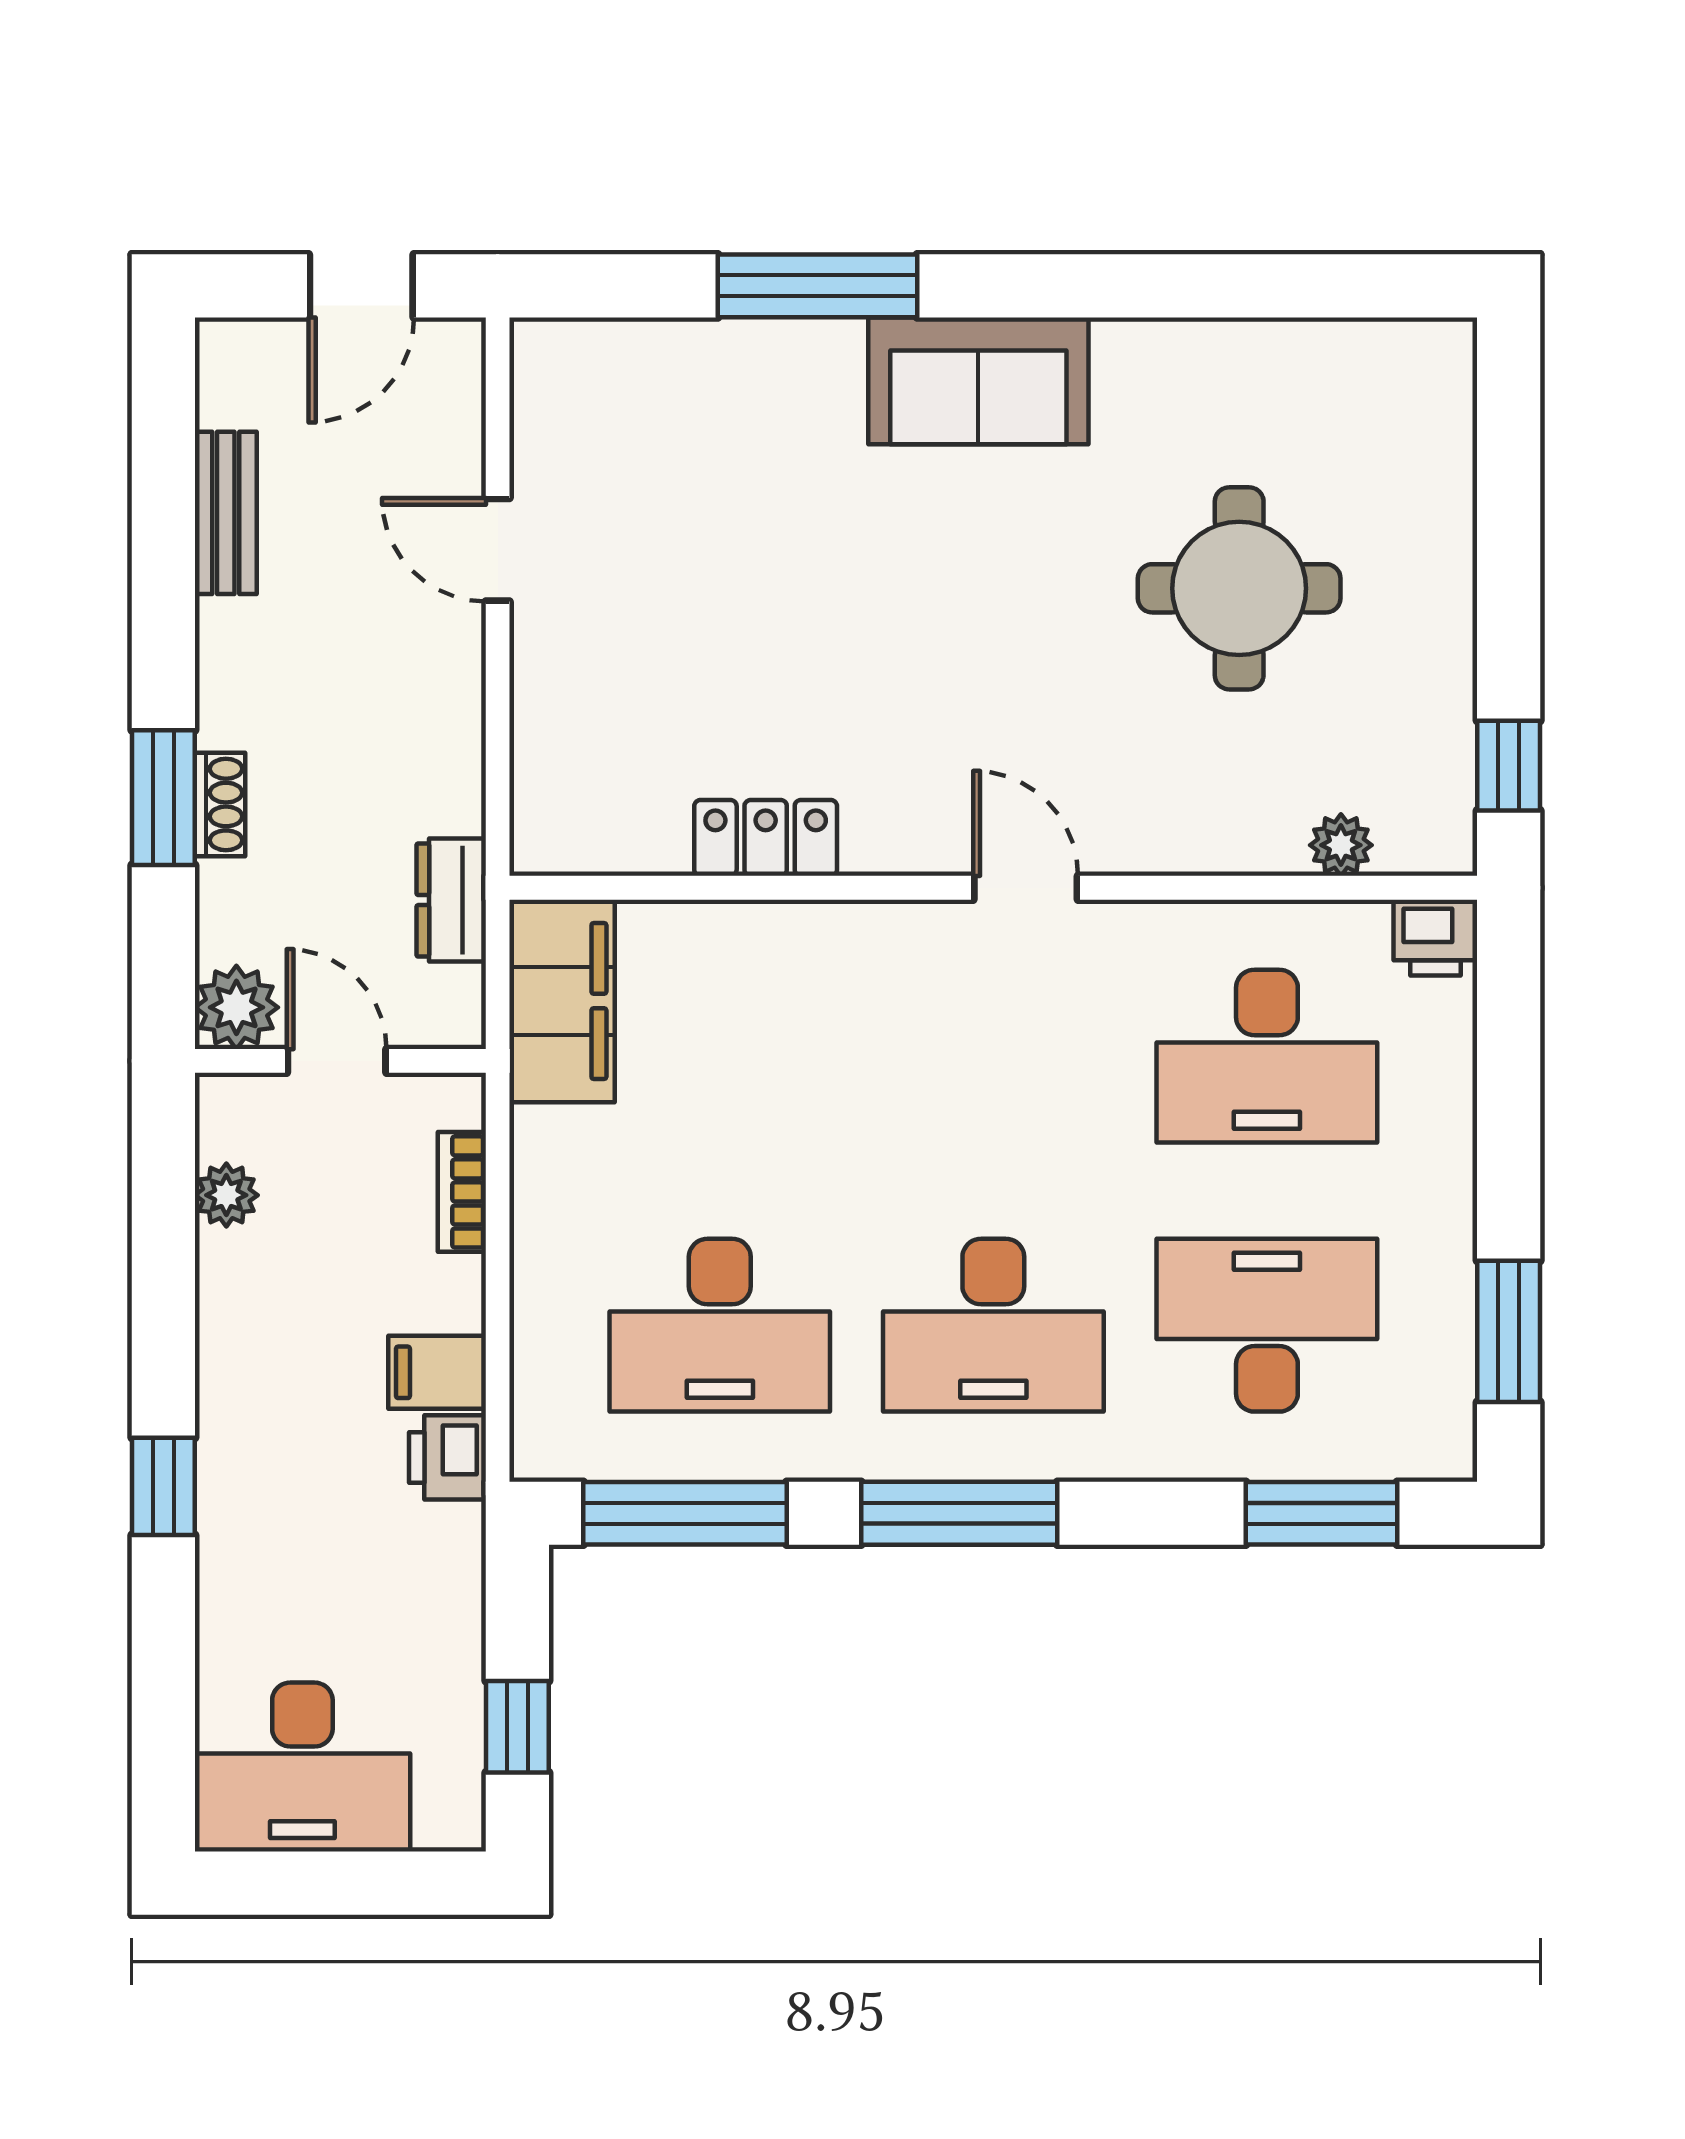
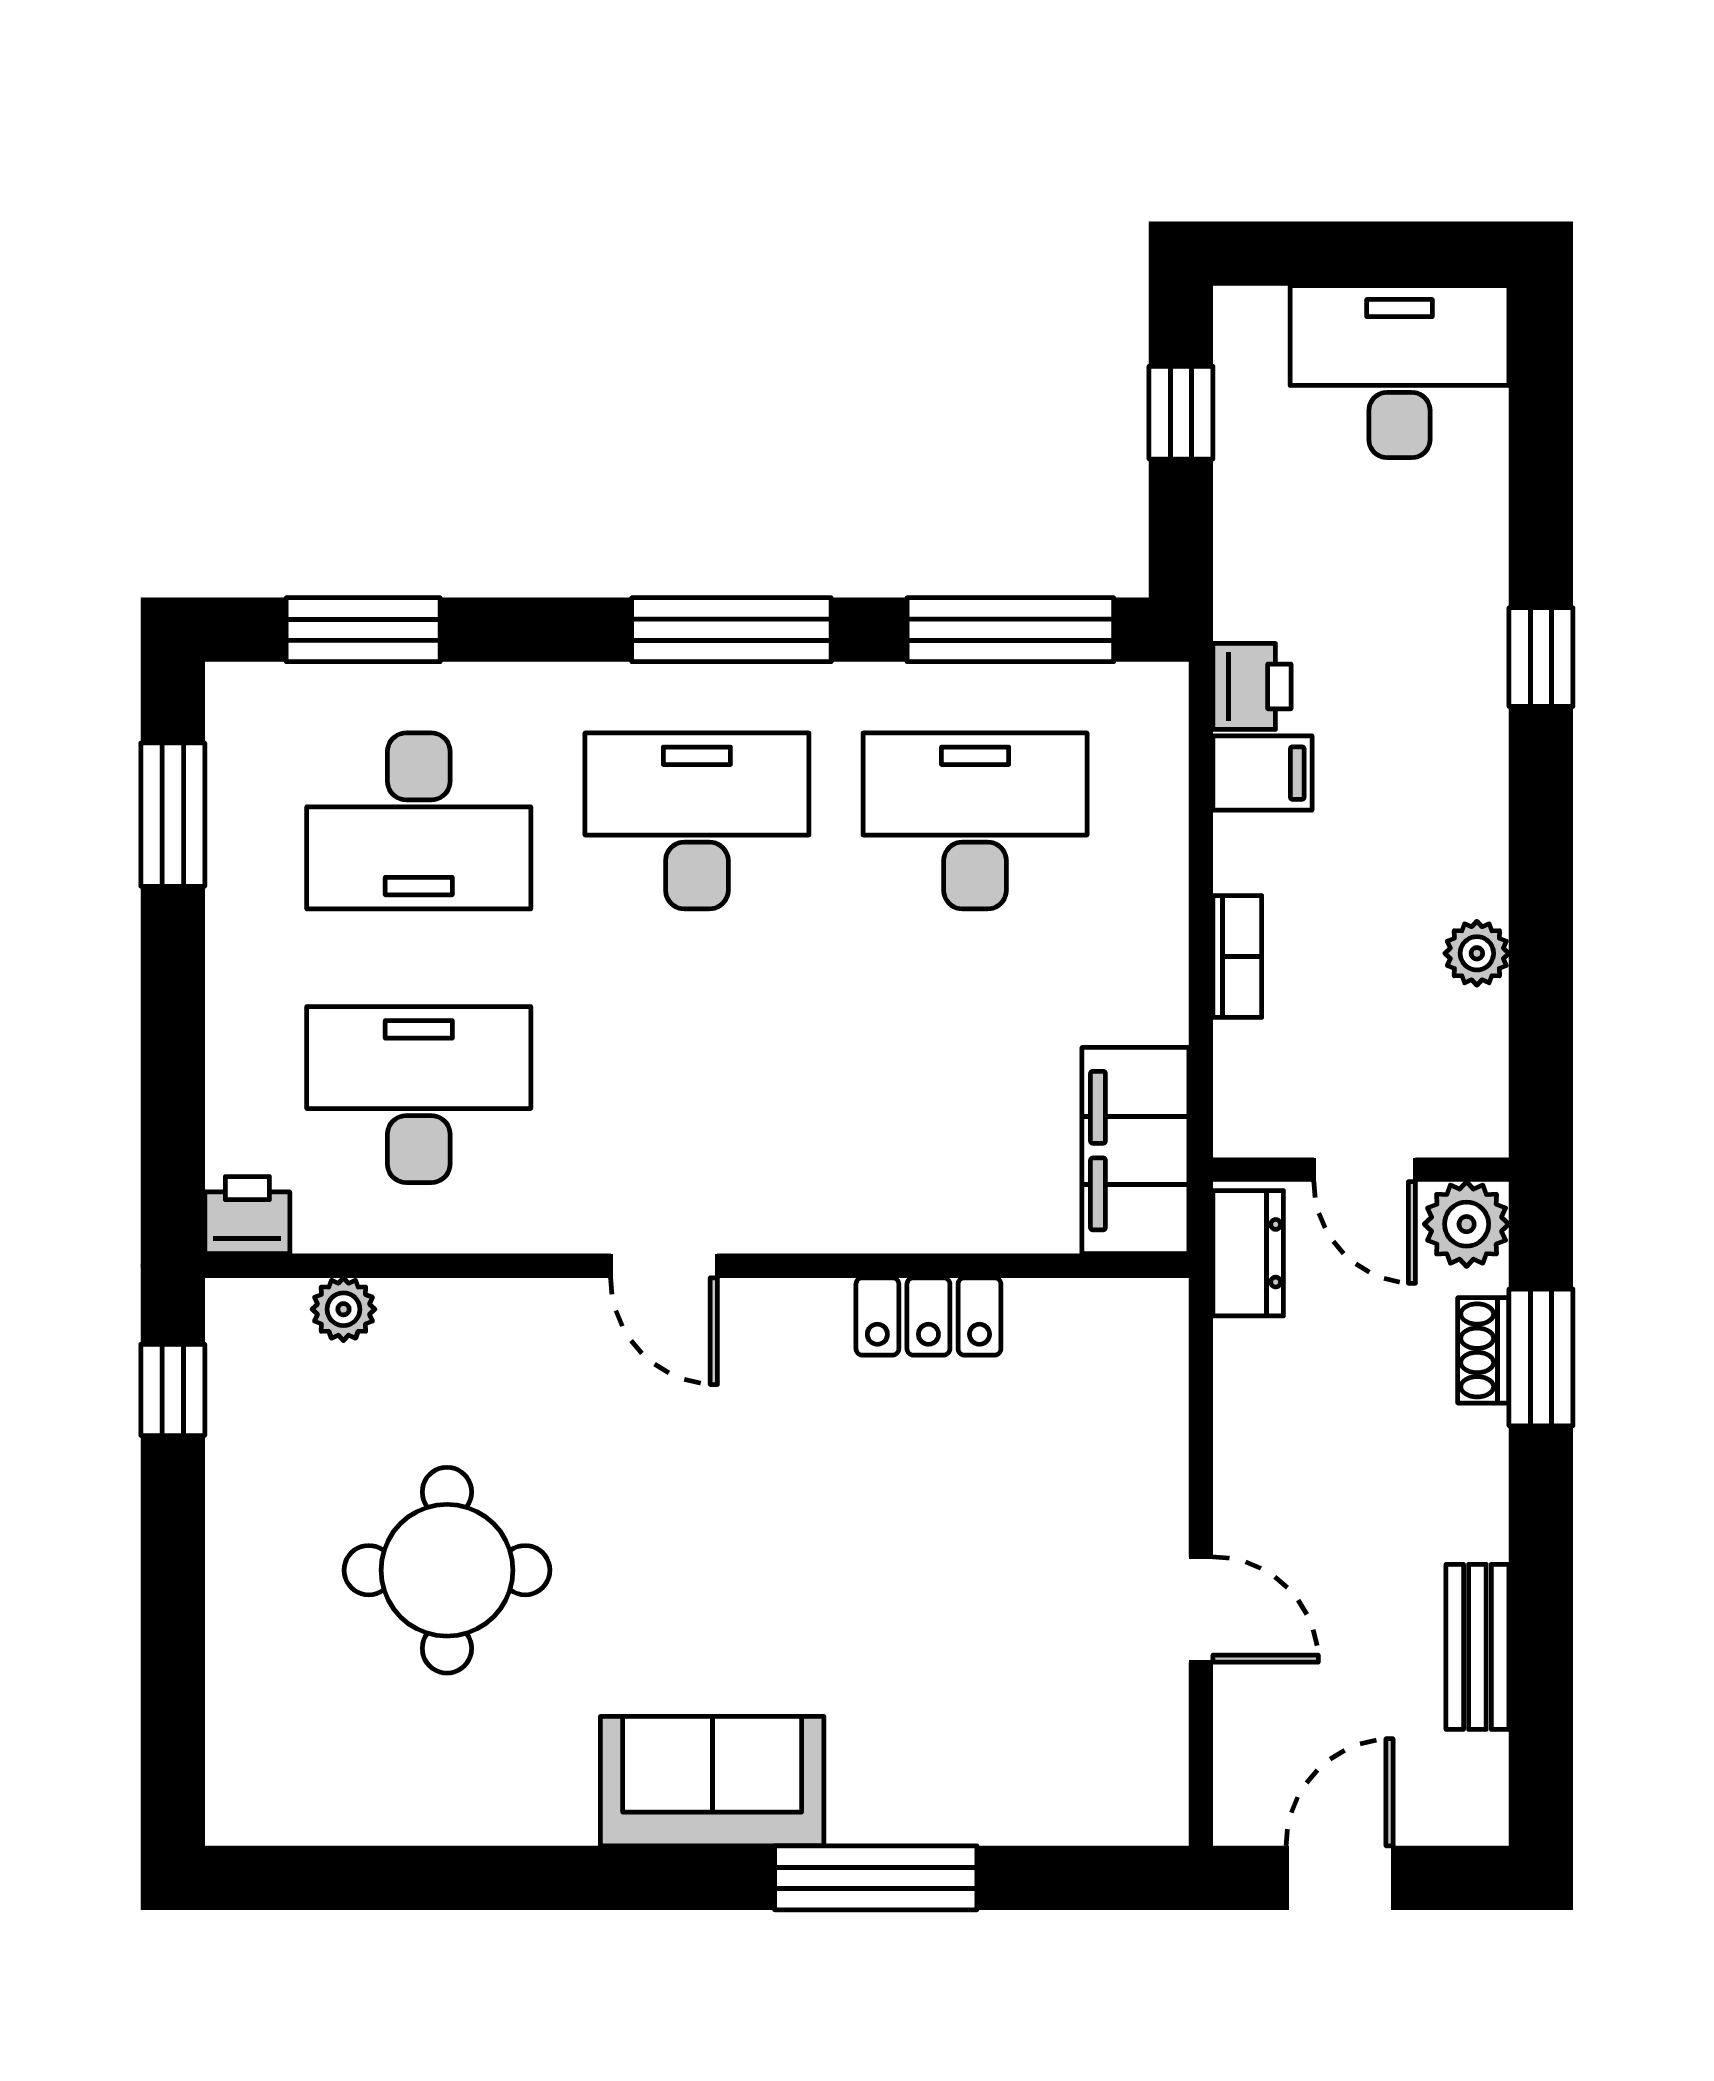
plant: (236, 1007) -> (1467, 1224), moved
door: (337, 1061) -> (1365, 1170), moved
wall: (340, 1061) -> (1361, 1170), moved

